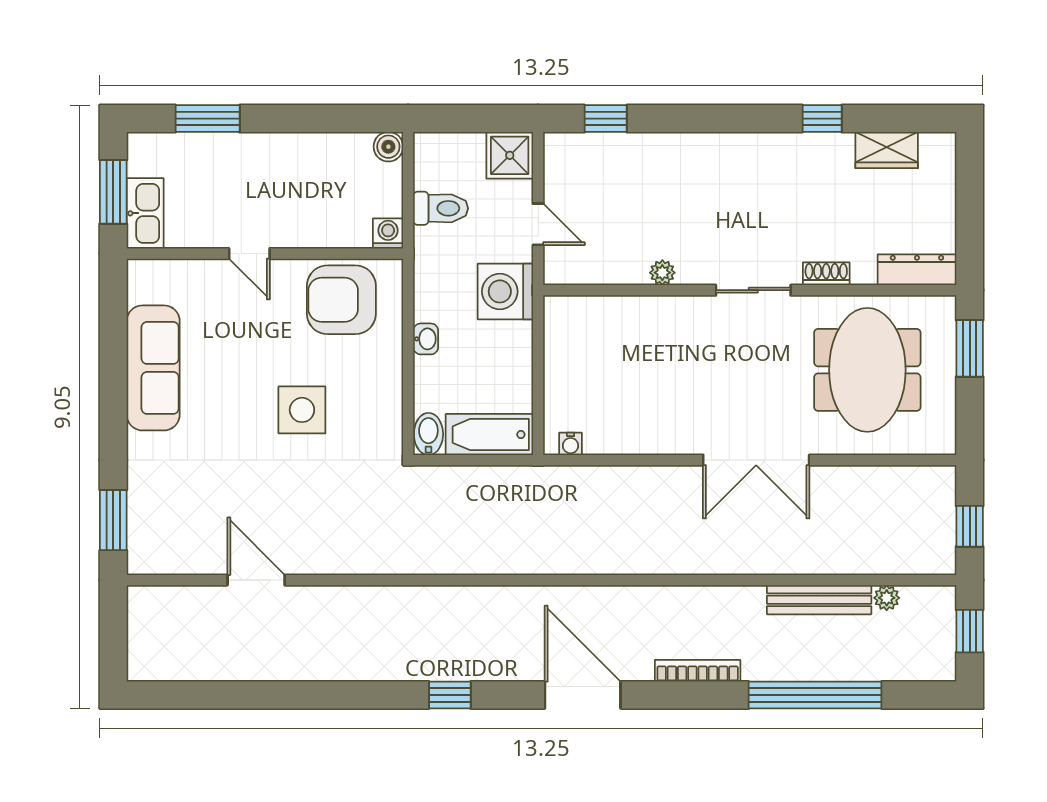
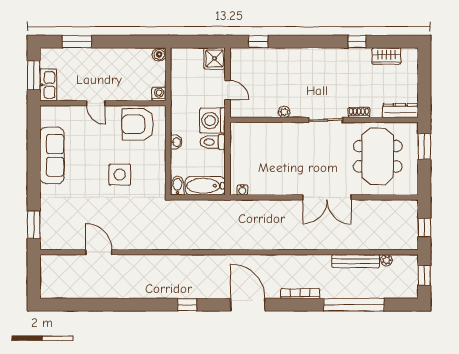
toilet: (441, 208) -> (213, 142), moved, turned 180

